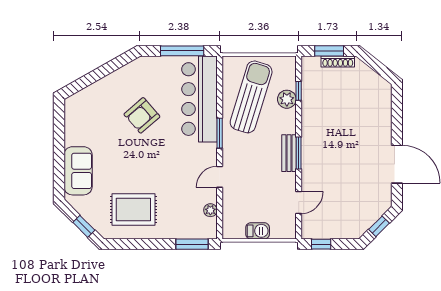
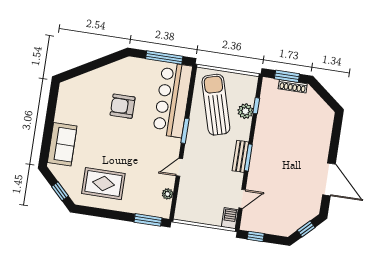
sun lounger: (251, 97) -> (216, 105), turned -33
armchair: (142, 115) -> (123, 106), turned 41
barbecue: (258, 231) -> (230, 218), moved, turned -90

